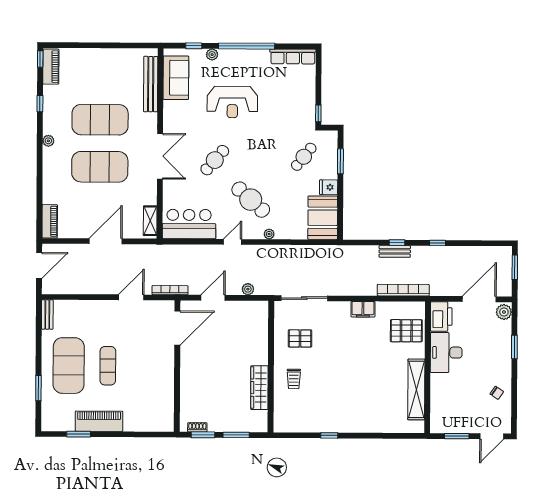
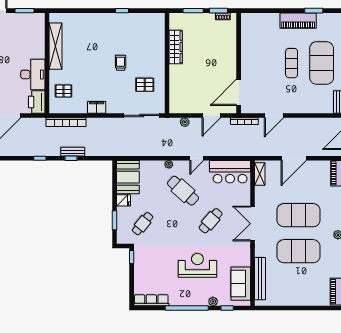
pallet: (406, 331) -> (63, 91), width x0.67, depth x0.71
trolley: (294, 379) -> (121, 63), moved

